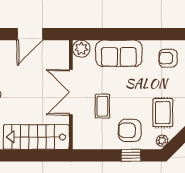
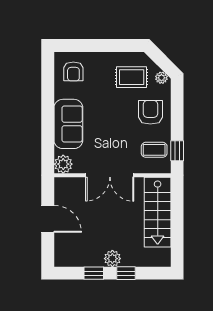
coffee table: (102, 106) -> (154, 150), moved
armchair: (130, 130) -> (150, 112), turned 180
window: (131, 155) -> (177, 151), moved

